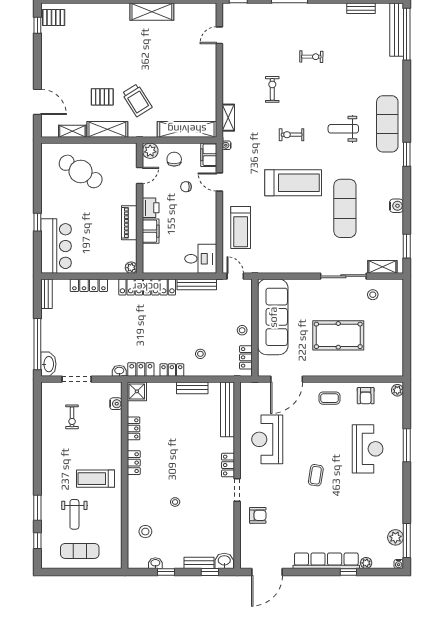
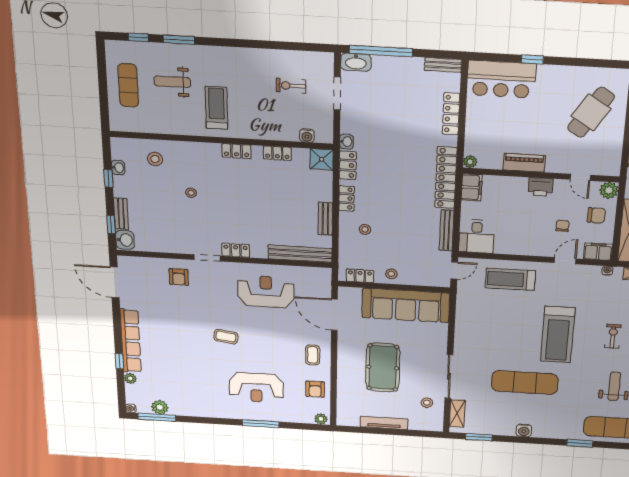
filing cabinet: (151, 231) -> (472, 187), moved, turned -90
tv unit: (397, 333) -> (384, 423), added
armchair: (366, 396) -> (315, 389), turned -90

